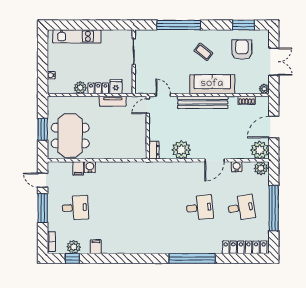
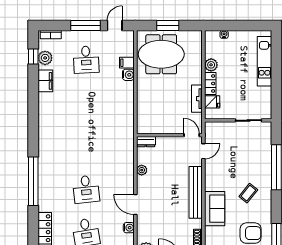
sofa: (212, 84) -> (215, 209), width x0.73
plant: (181, 150) -> (142, 170), width x0.53, depth x0.53
filing cabinet: (96, 247) -> (45, 81), width x2.00

